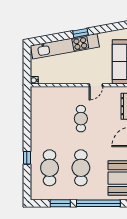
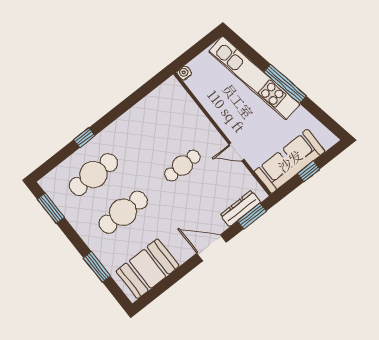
window: (80, 33) -> (285, 84), width x2.17
window: (60, 203) -> (51, 208), moved
window: (98, 203) -> (97, 267), width x0.47

